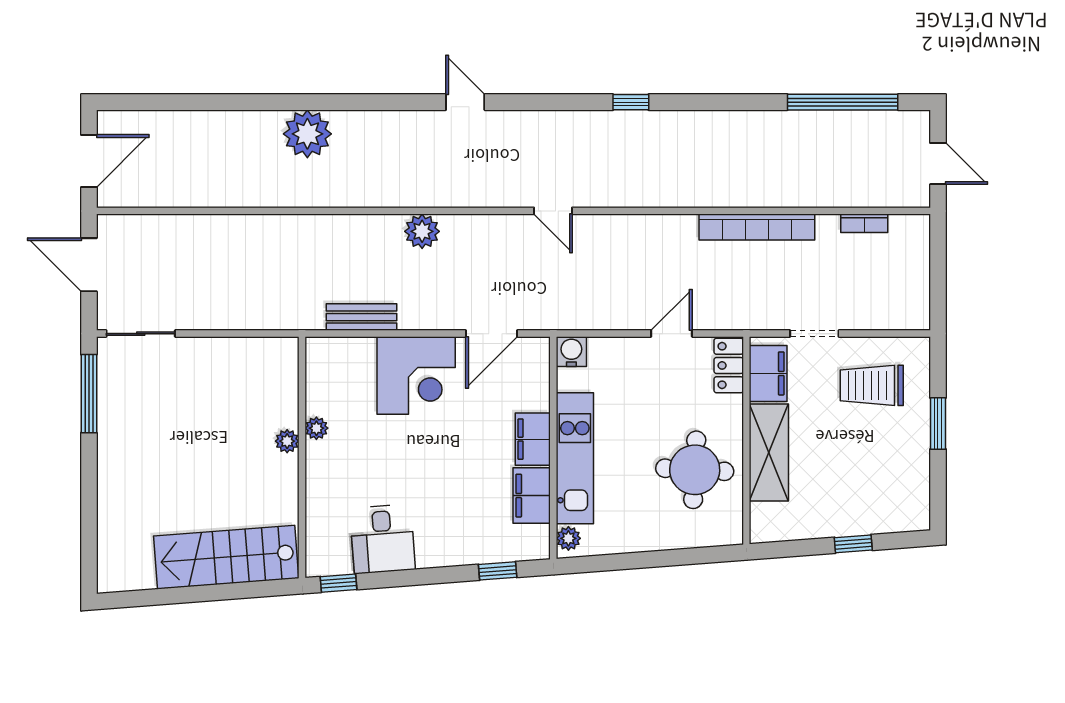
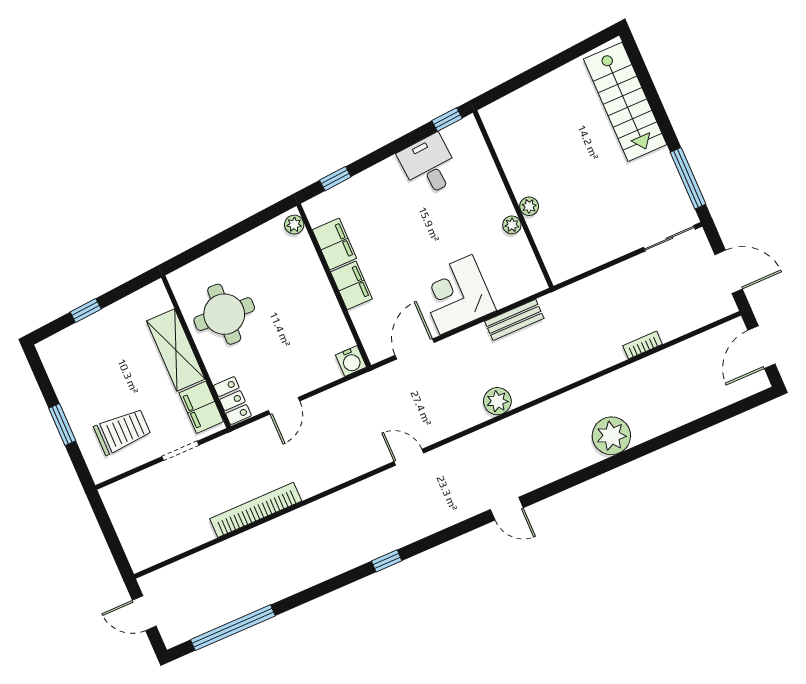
bookcase: (864, 223) -> (643, 345), moved
kitchen unit: (575, 458) -> (315, 285), removed
stairs: (226, 557) -> (625, 102), moved, turned 94

